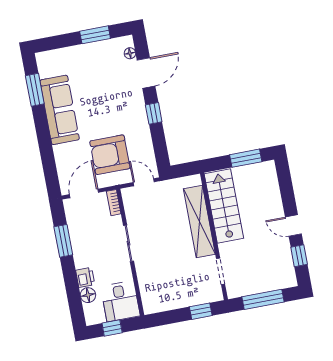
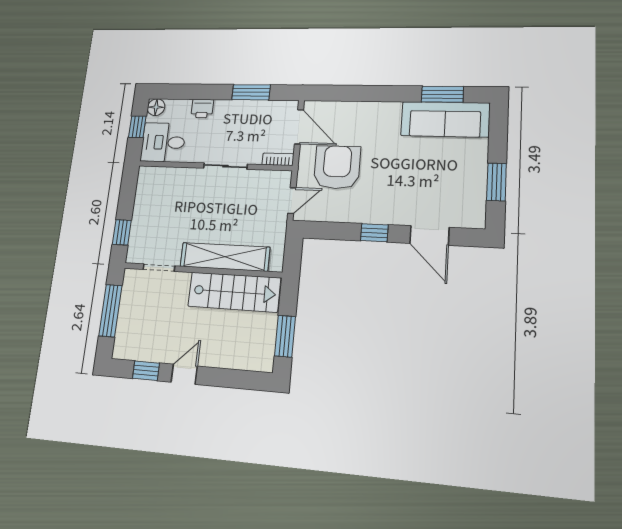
floor lamp: (130, 53) -> (461, 221), removed
sofa: (60, 110) -> (445, 119), moved
floor lamp: (88, 295) -> (156, 107), moved

